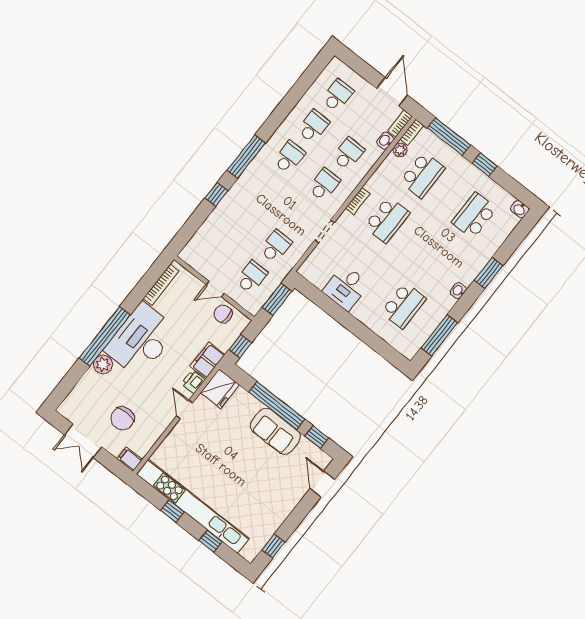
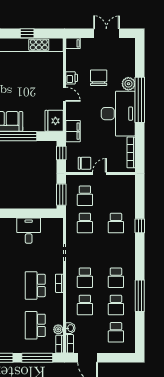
window: (246, 157) -> (140, 296), moved
school desk: (241, 219) -> (116, 223), added
printer: (193, 382) -> (72, 78), moved
chair: (122, 418) -> (99, 78), moved

